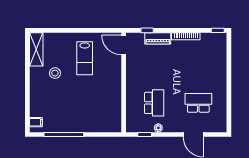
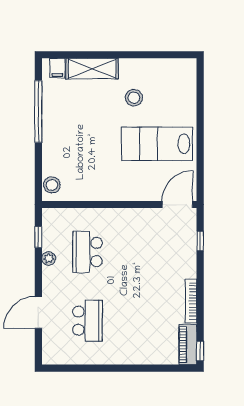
piano: (158, 38) -> (188, 345), moved
shelving: (36, 49) -> (92, 69), moved
lab bench: (85, 58) -> (157, 144), width x1.36, depth x1.39
school desk: (154, 103) -> (87, 252), turned 90
stool: (111, 126) -> (52, 185), added

